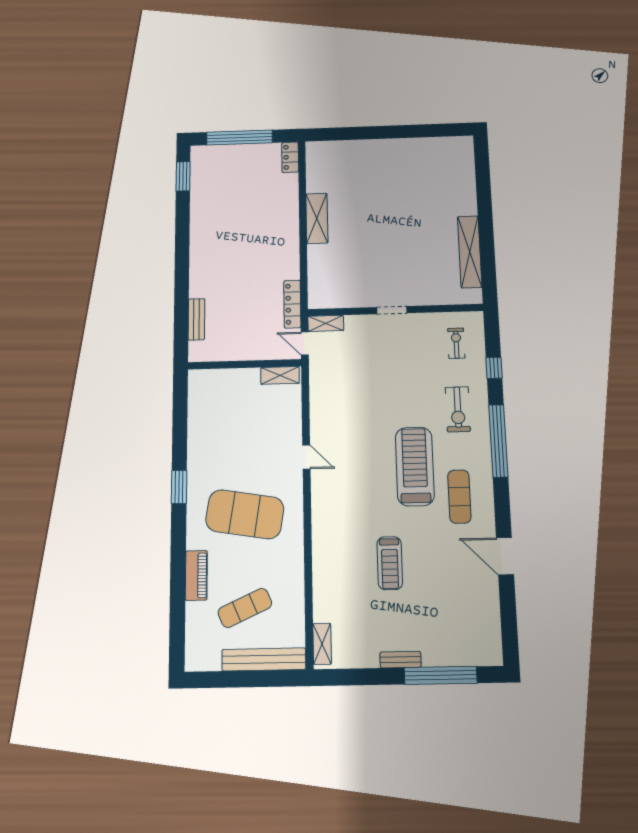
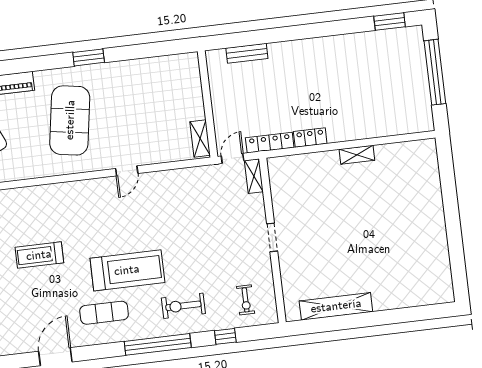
locker: (290, 157) -> (310, 138), moved
shelving: (317, 218) -> (357, 155), width x0.67, depth x0.75
exercise bike: (456, 343) -> (246, 300), turned 90

